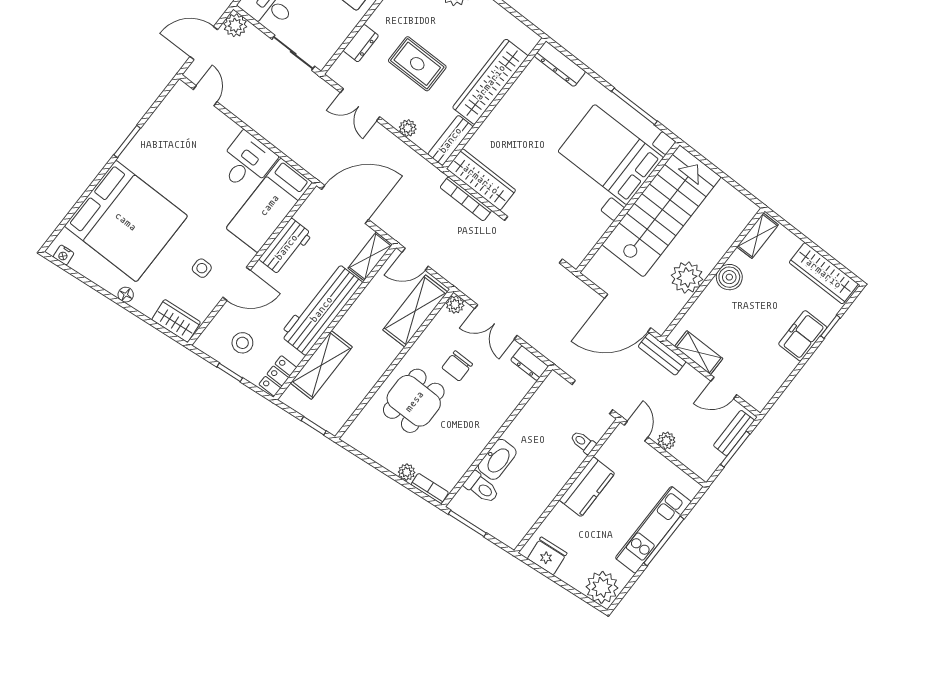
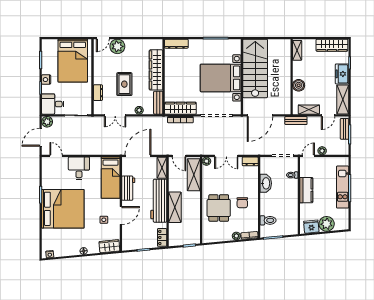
rug: (417, 64) -> (124, 84), turned 90
bed with nightstands: (611, 155) -> (221, 78), moved
desk: (247, 162) -> (79, 168), moved
bed: (126, 221) -> (63, 209), moved
door: (415, 259) -> (179, 156), hinge flipped
plant: (687, 277) -> (283, 85), removed
boiler: (729, 277) -> (299, 85), moved
door: (628, 313) -> (260, 115), moved
stool: (242, 343) -> (140, 235), removed
shelving: (321, 365) -> (175, 207), moved
chair: (457, 366) -> (242, 203), moved
shelving: (770, 380) -> (343, 99), added
door: (636, 431) -> (308, 156), hinge flipped
washbasin: (497, 459) -> (266, 183), moved
plant: (602, 587) -> (327, 224), moved

